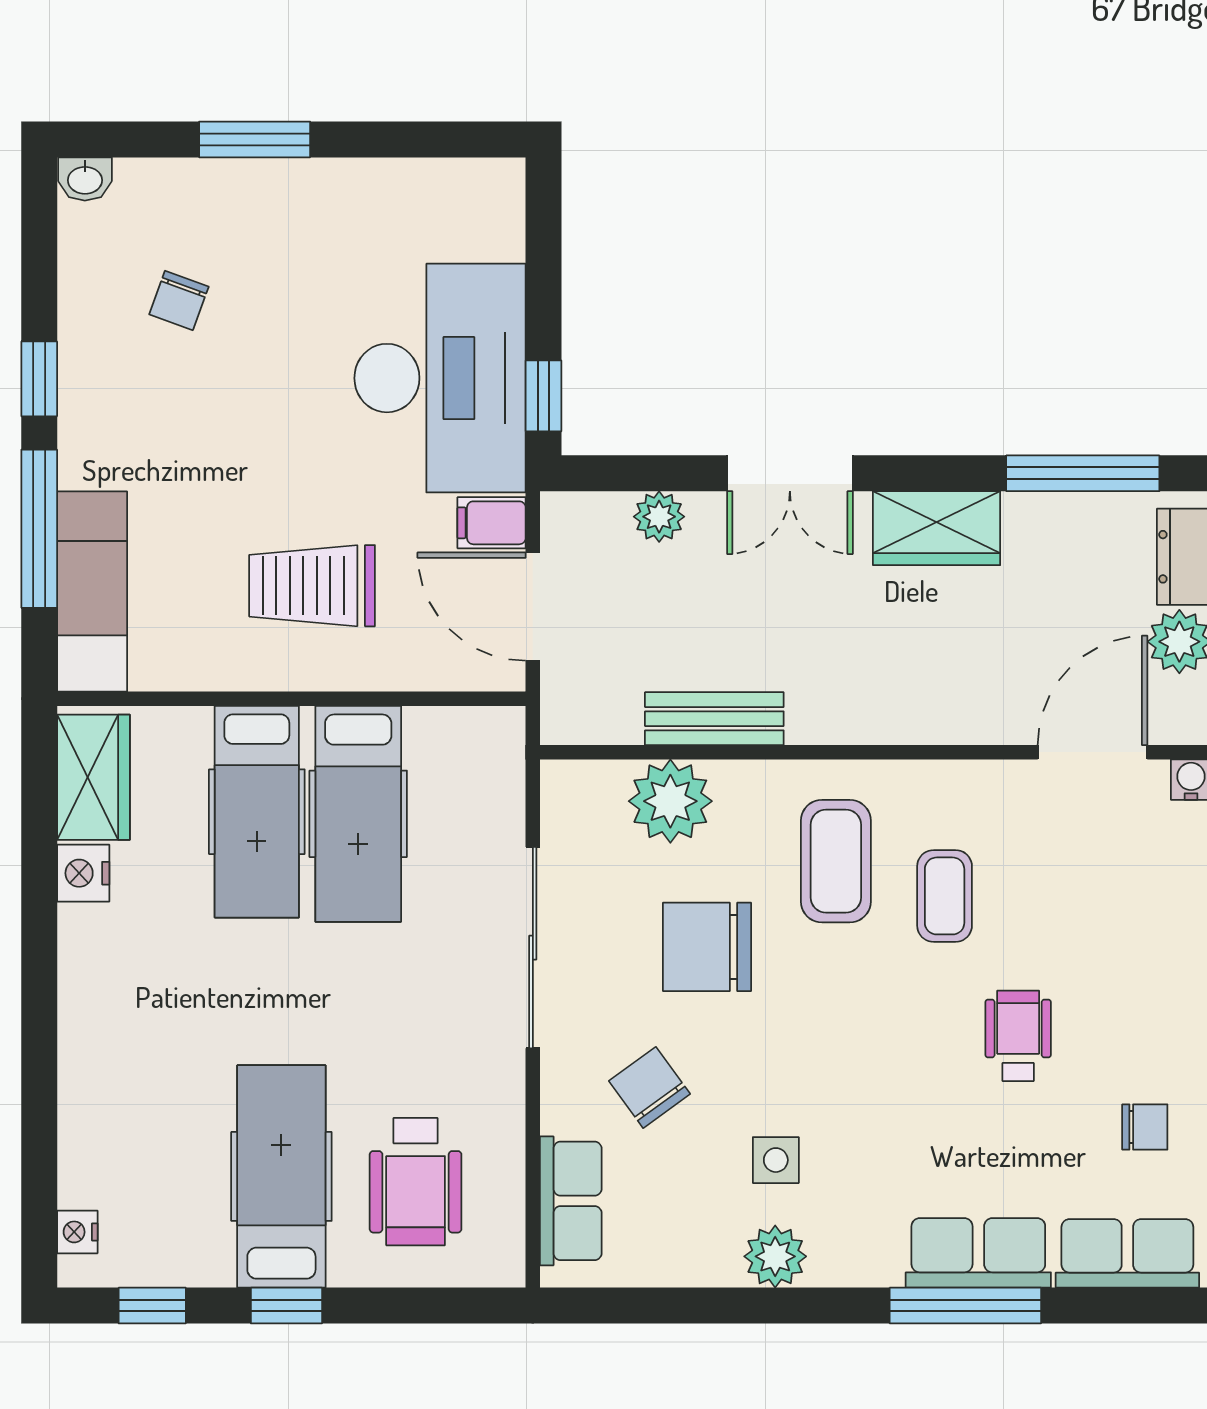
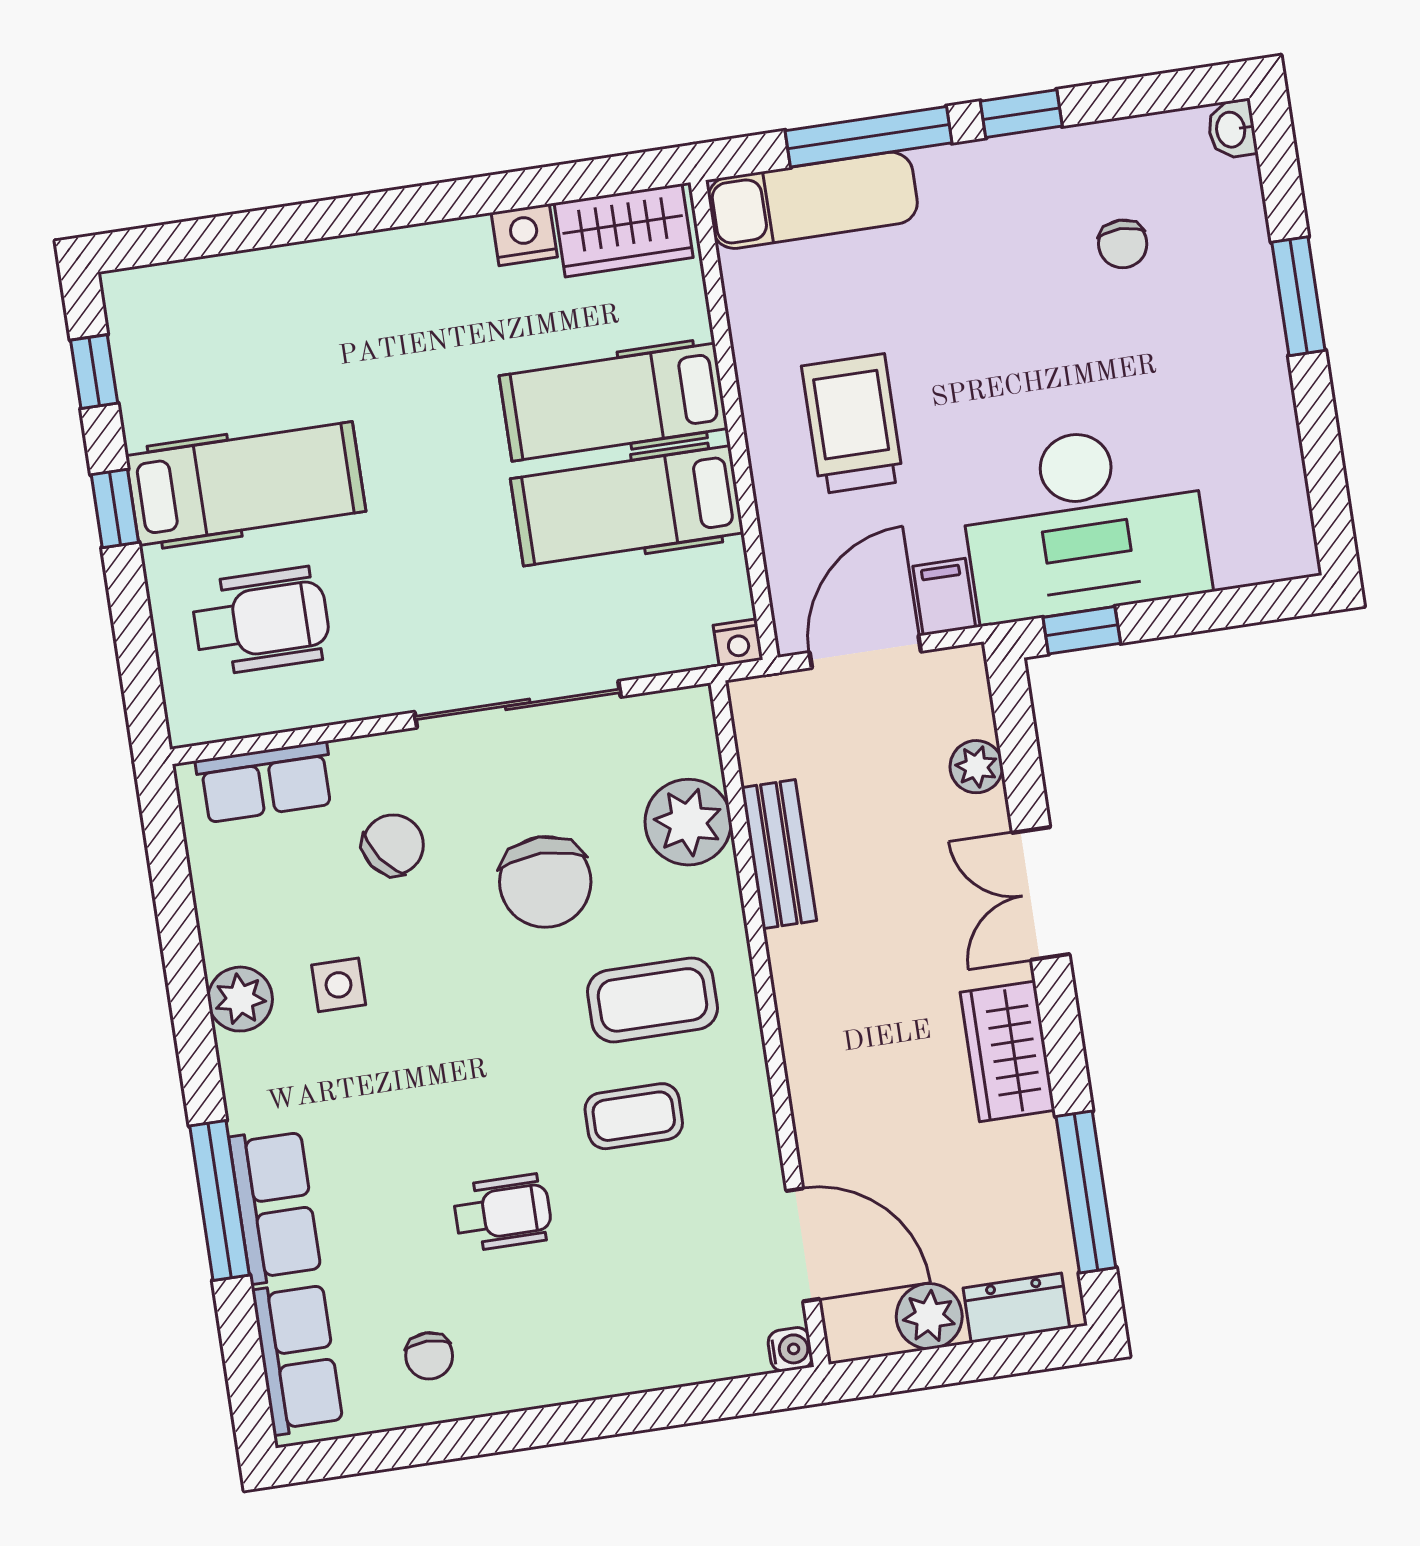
chair: (179, 300) -> (1123, 244), turned -110
chair: (707, 947) -> (545, 882), turned 180
wheelchair: (416, 1182) -> (261, 621), turned 180
nightstand: (77, 1232) -> (738, 643), moved, turned 180

